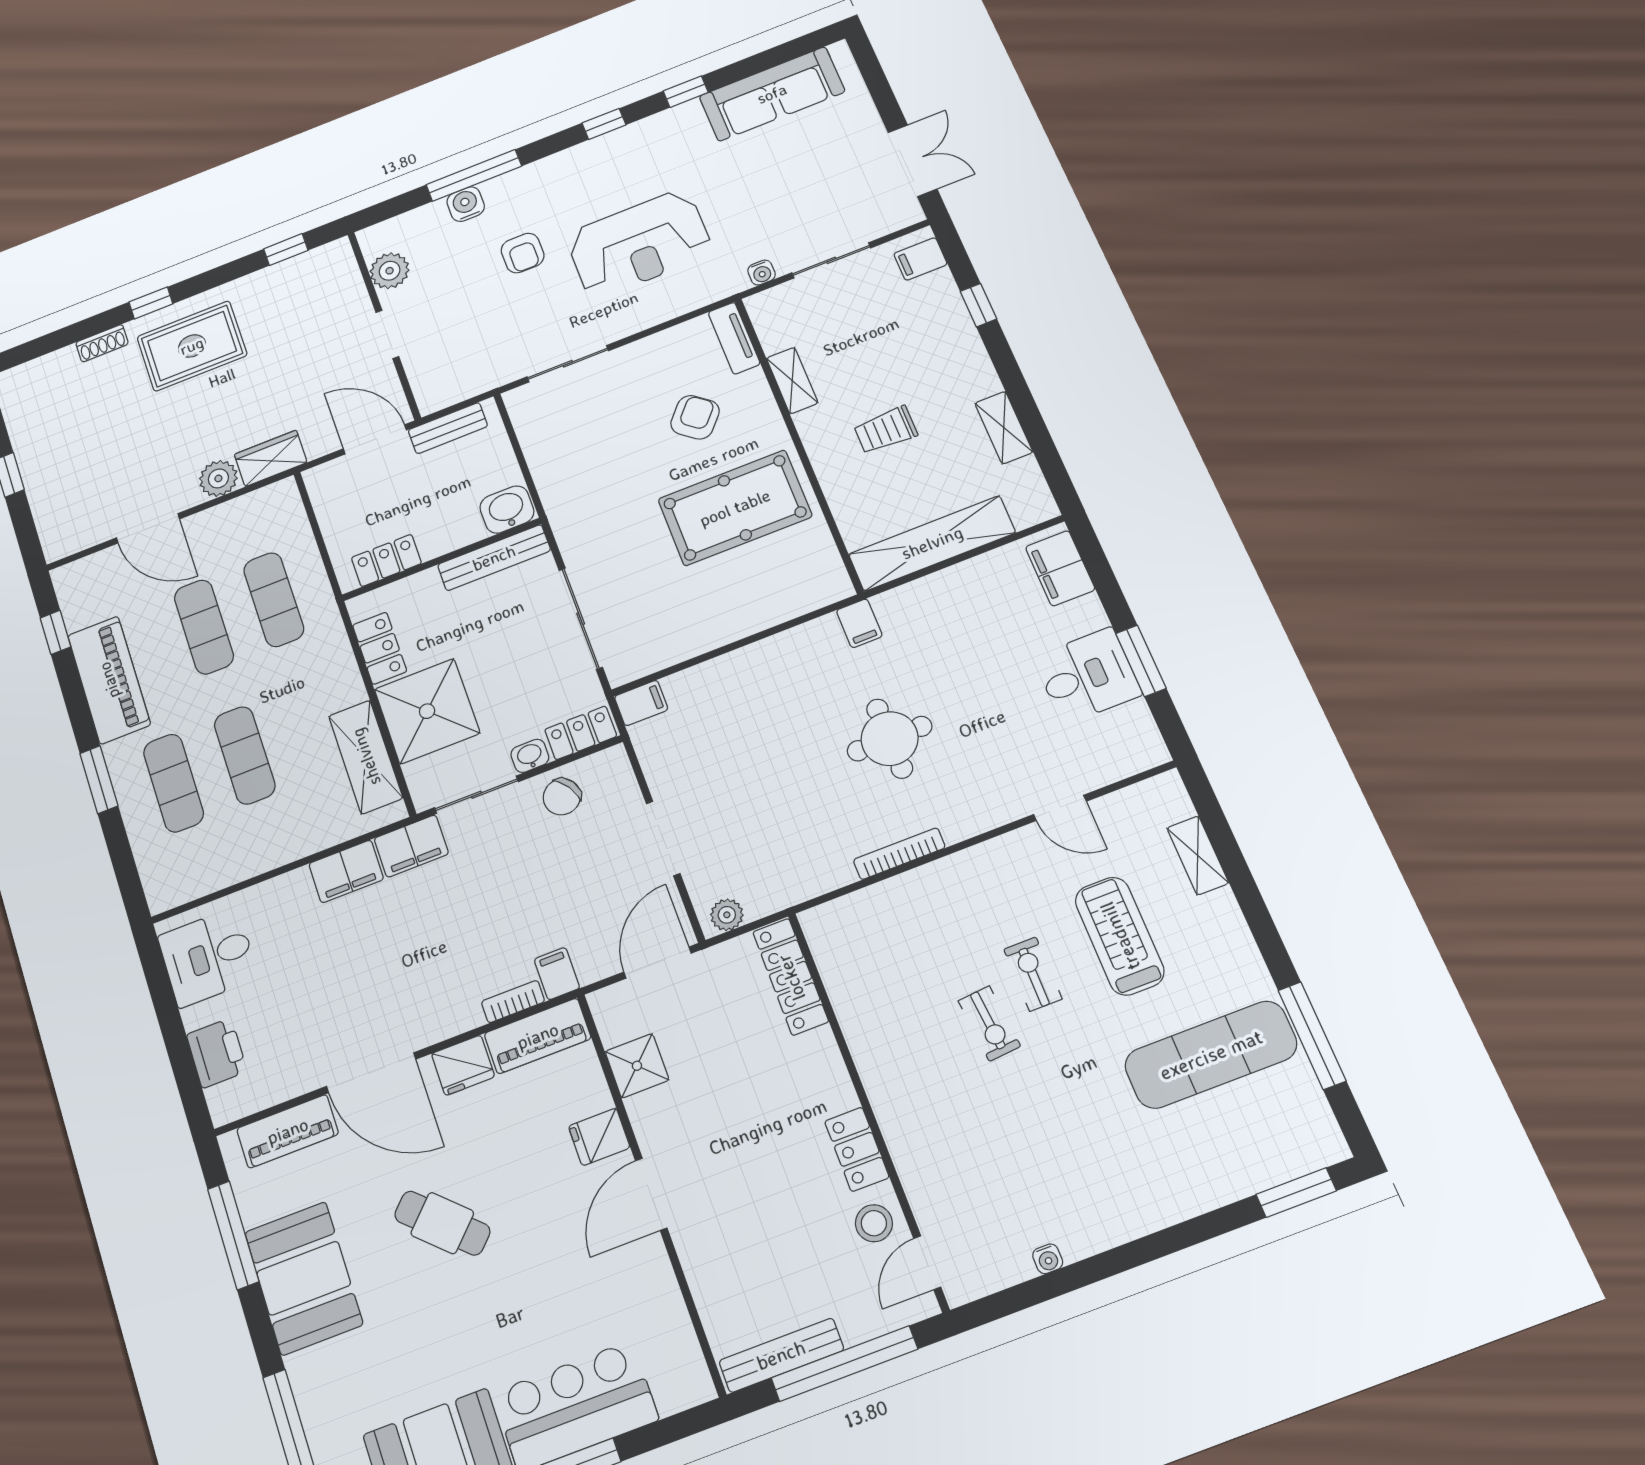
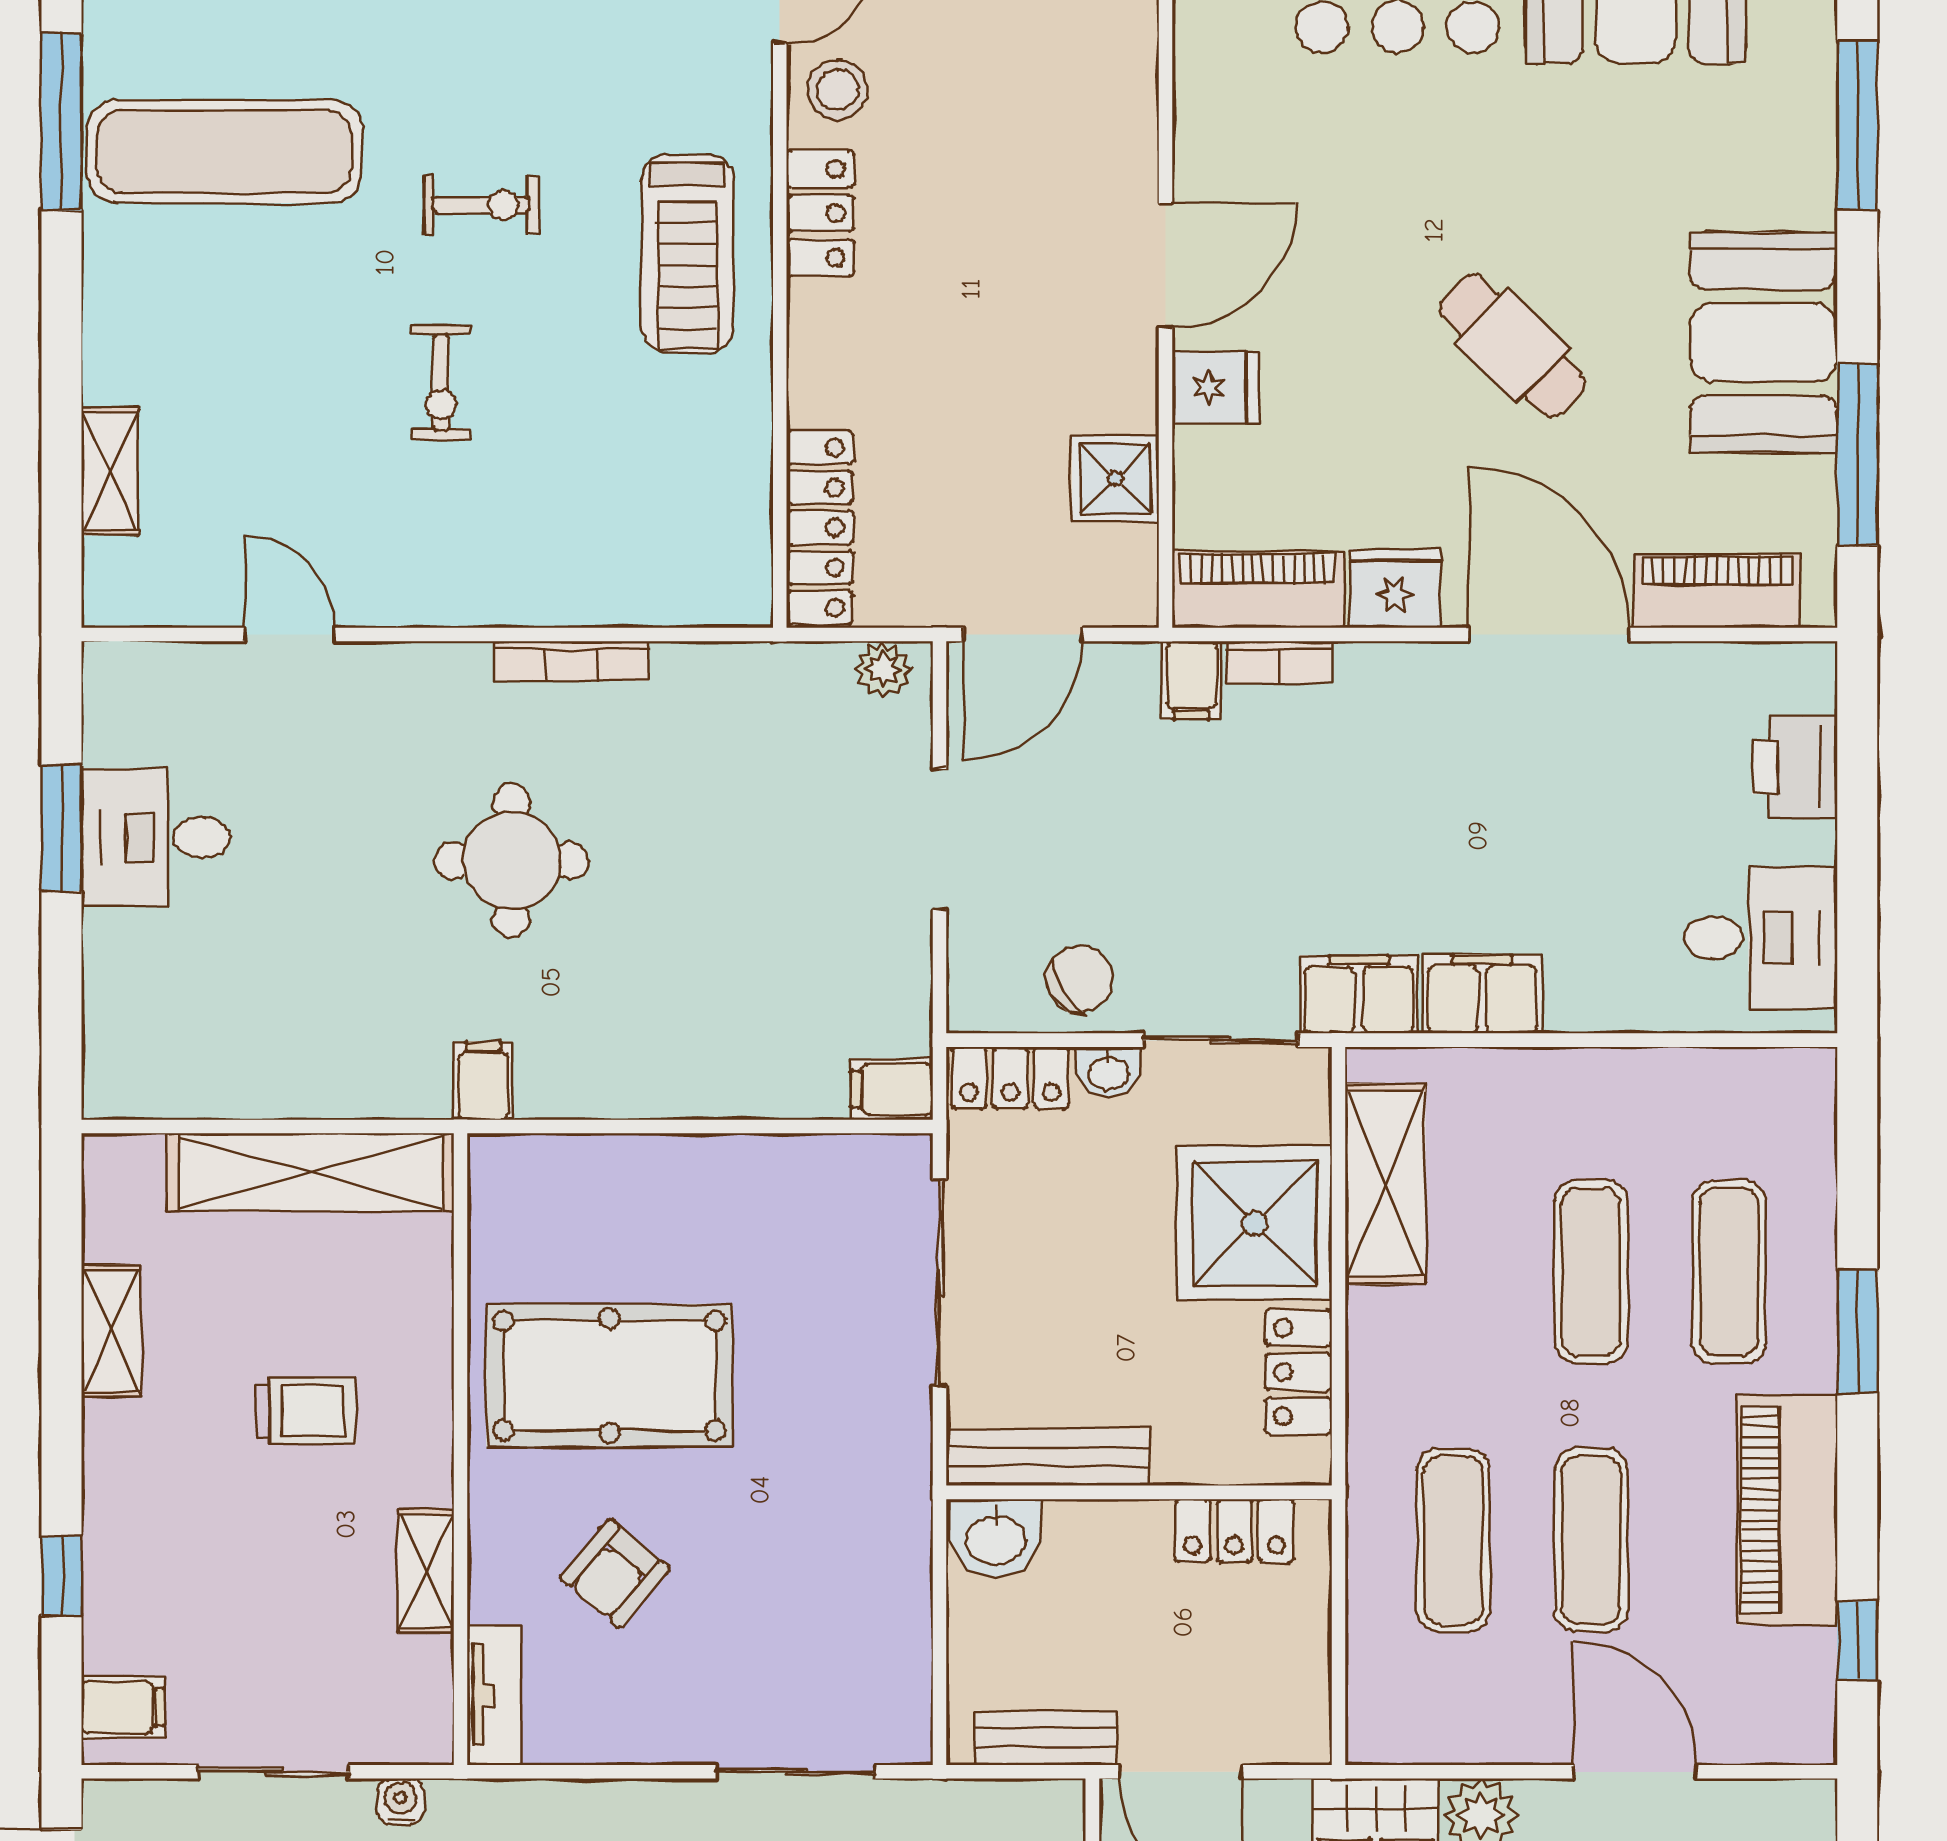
filing cabinet: (1060, 568) -> (122, 1041), removed
treadmill: (1120, 936) -> (688, 254), moved
exercise bike: (989, 1023) -> (481, 205), moved, turned 95

